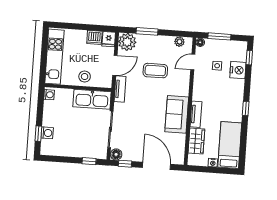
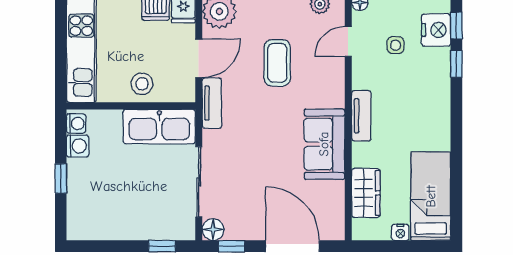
nightstand: (238, 70) -> (436, 30), moved
coffee table: (155, 71) -> (277, 63), turned 90
window: (246, 108) -> (456, 64), moved
tv unit: (196, 114) -> (361, 116), moved
washing machine: (47, 133) -> (78, 146), moved
window: (38, 134) -> (61, 179), moved

